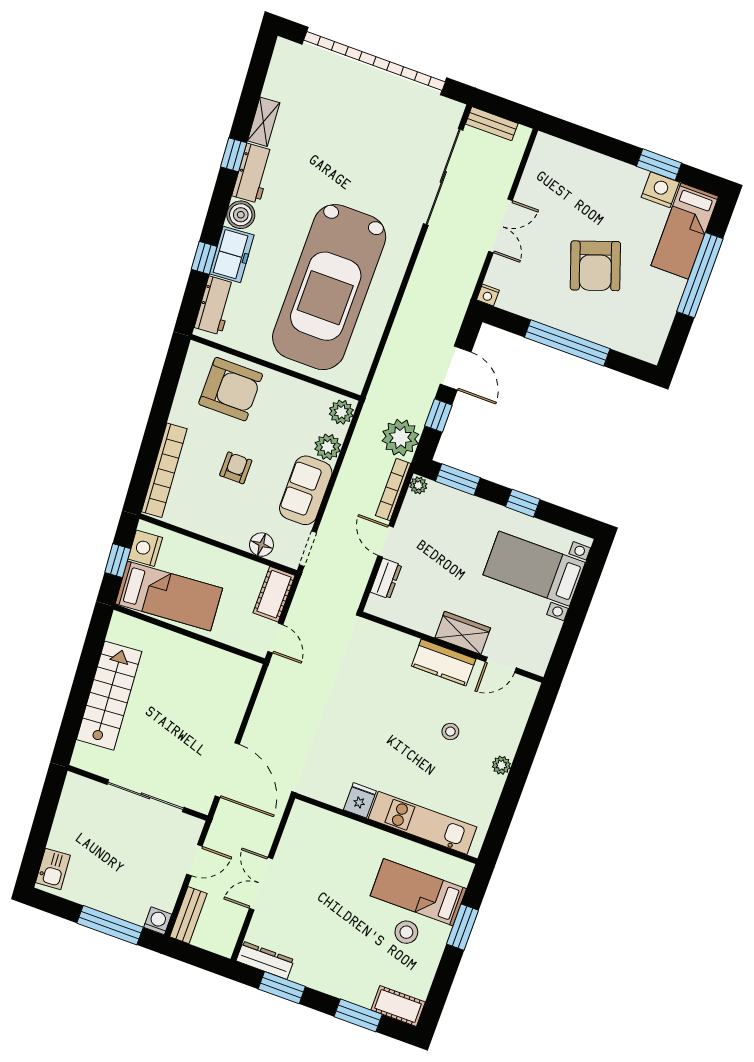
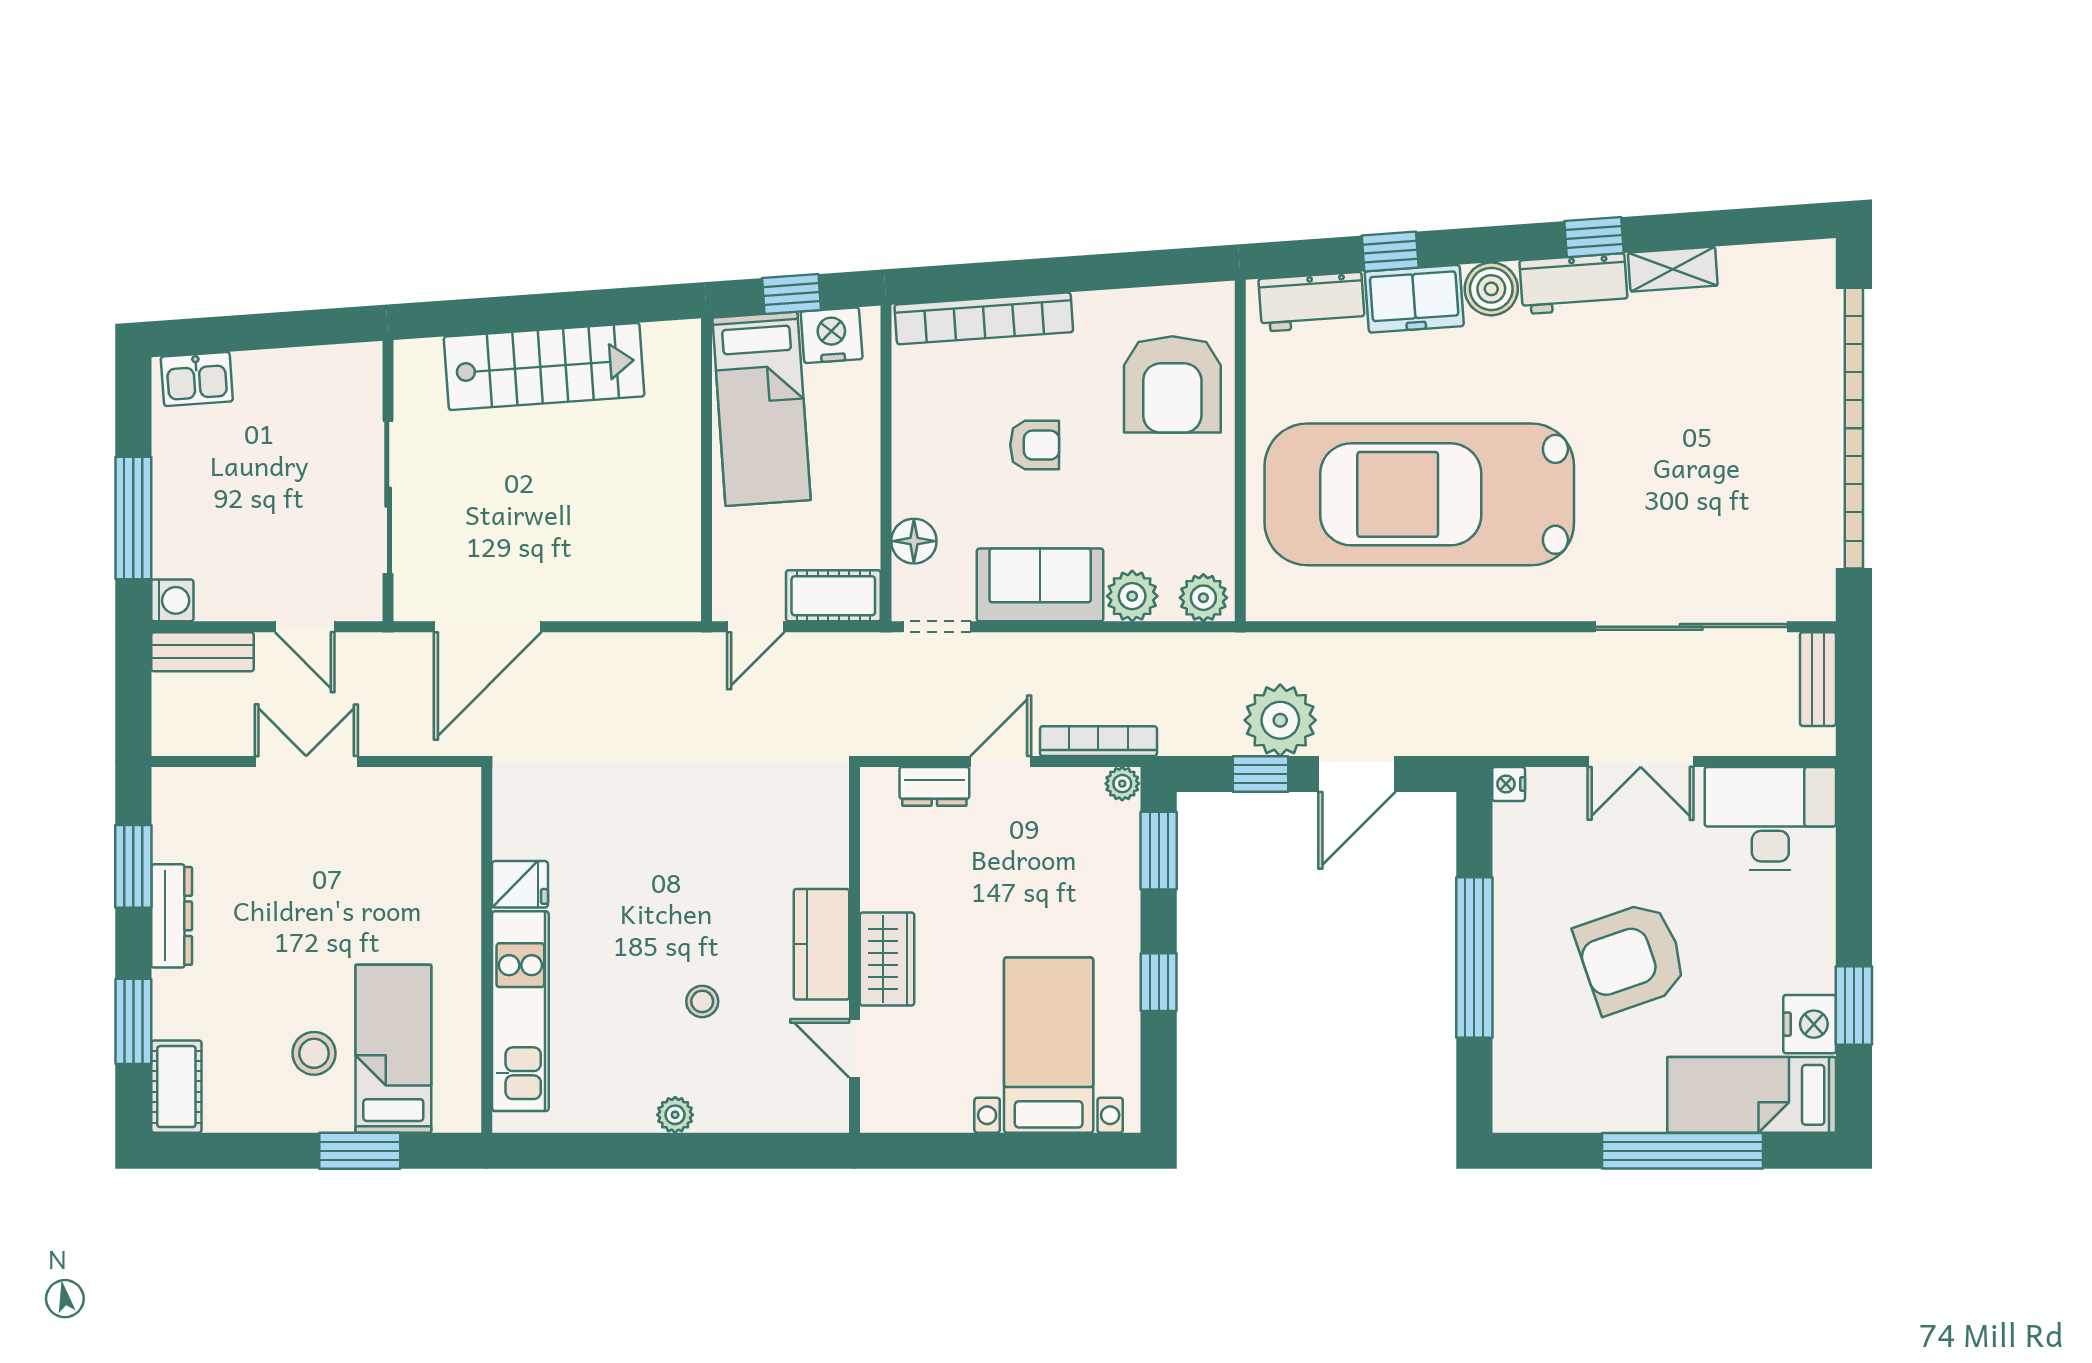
desk: (552, 172) -> (1770, 818), added
plant: (400, 438) -> (1280, 720), moved
dresser: (265, 960) -> (172, 916), moved

